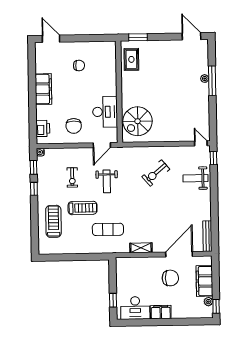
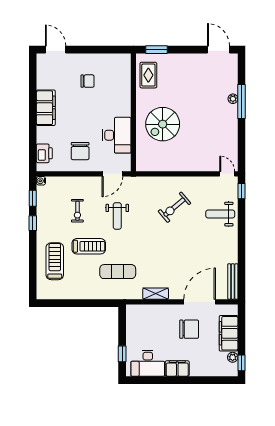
spiral stairs: (138, 121) -> (163, 124), moved

